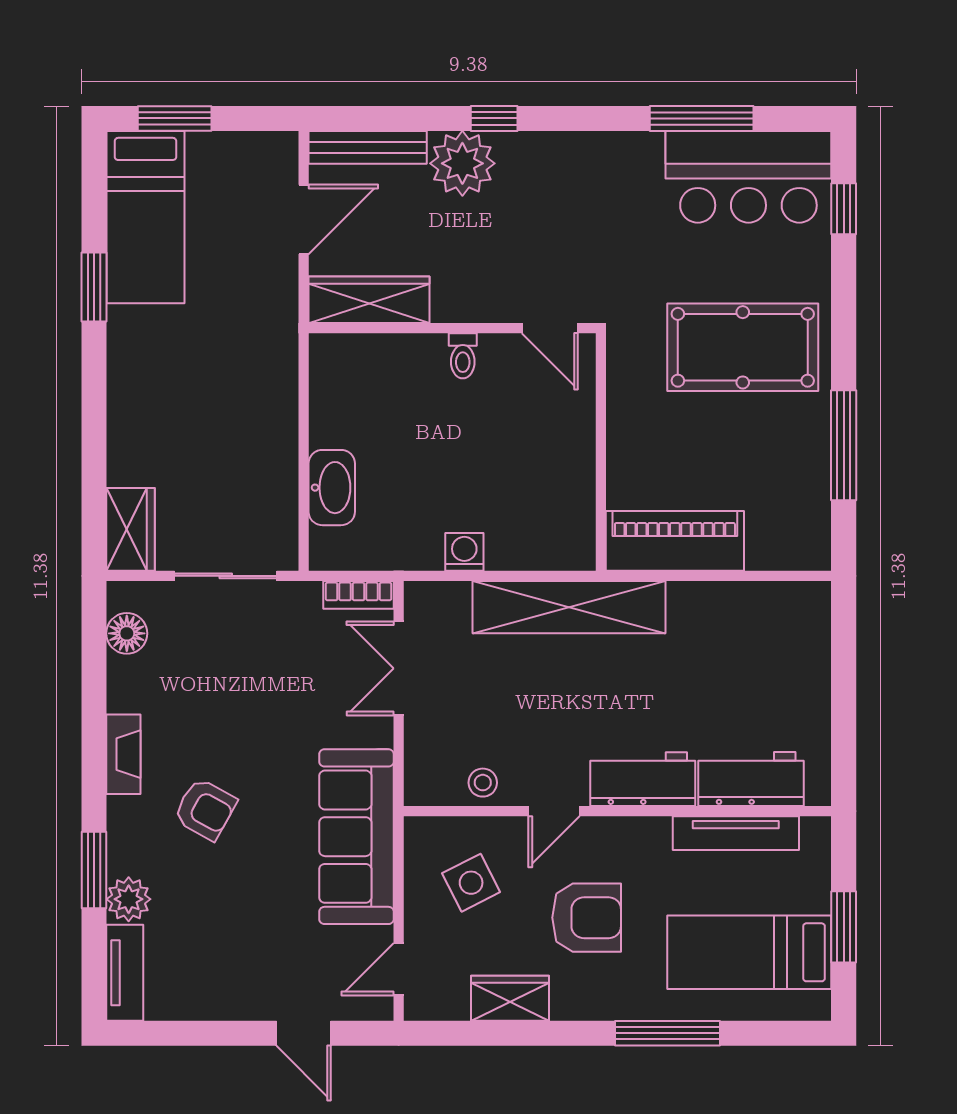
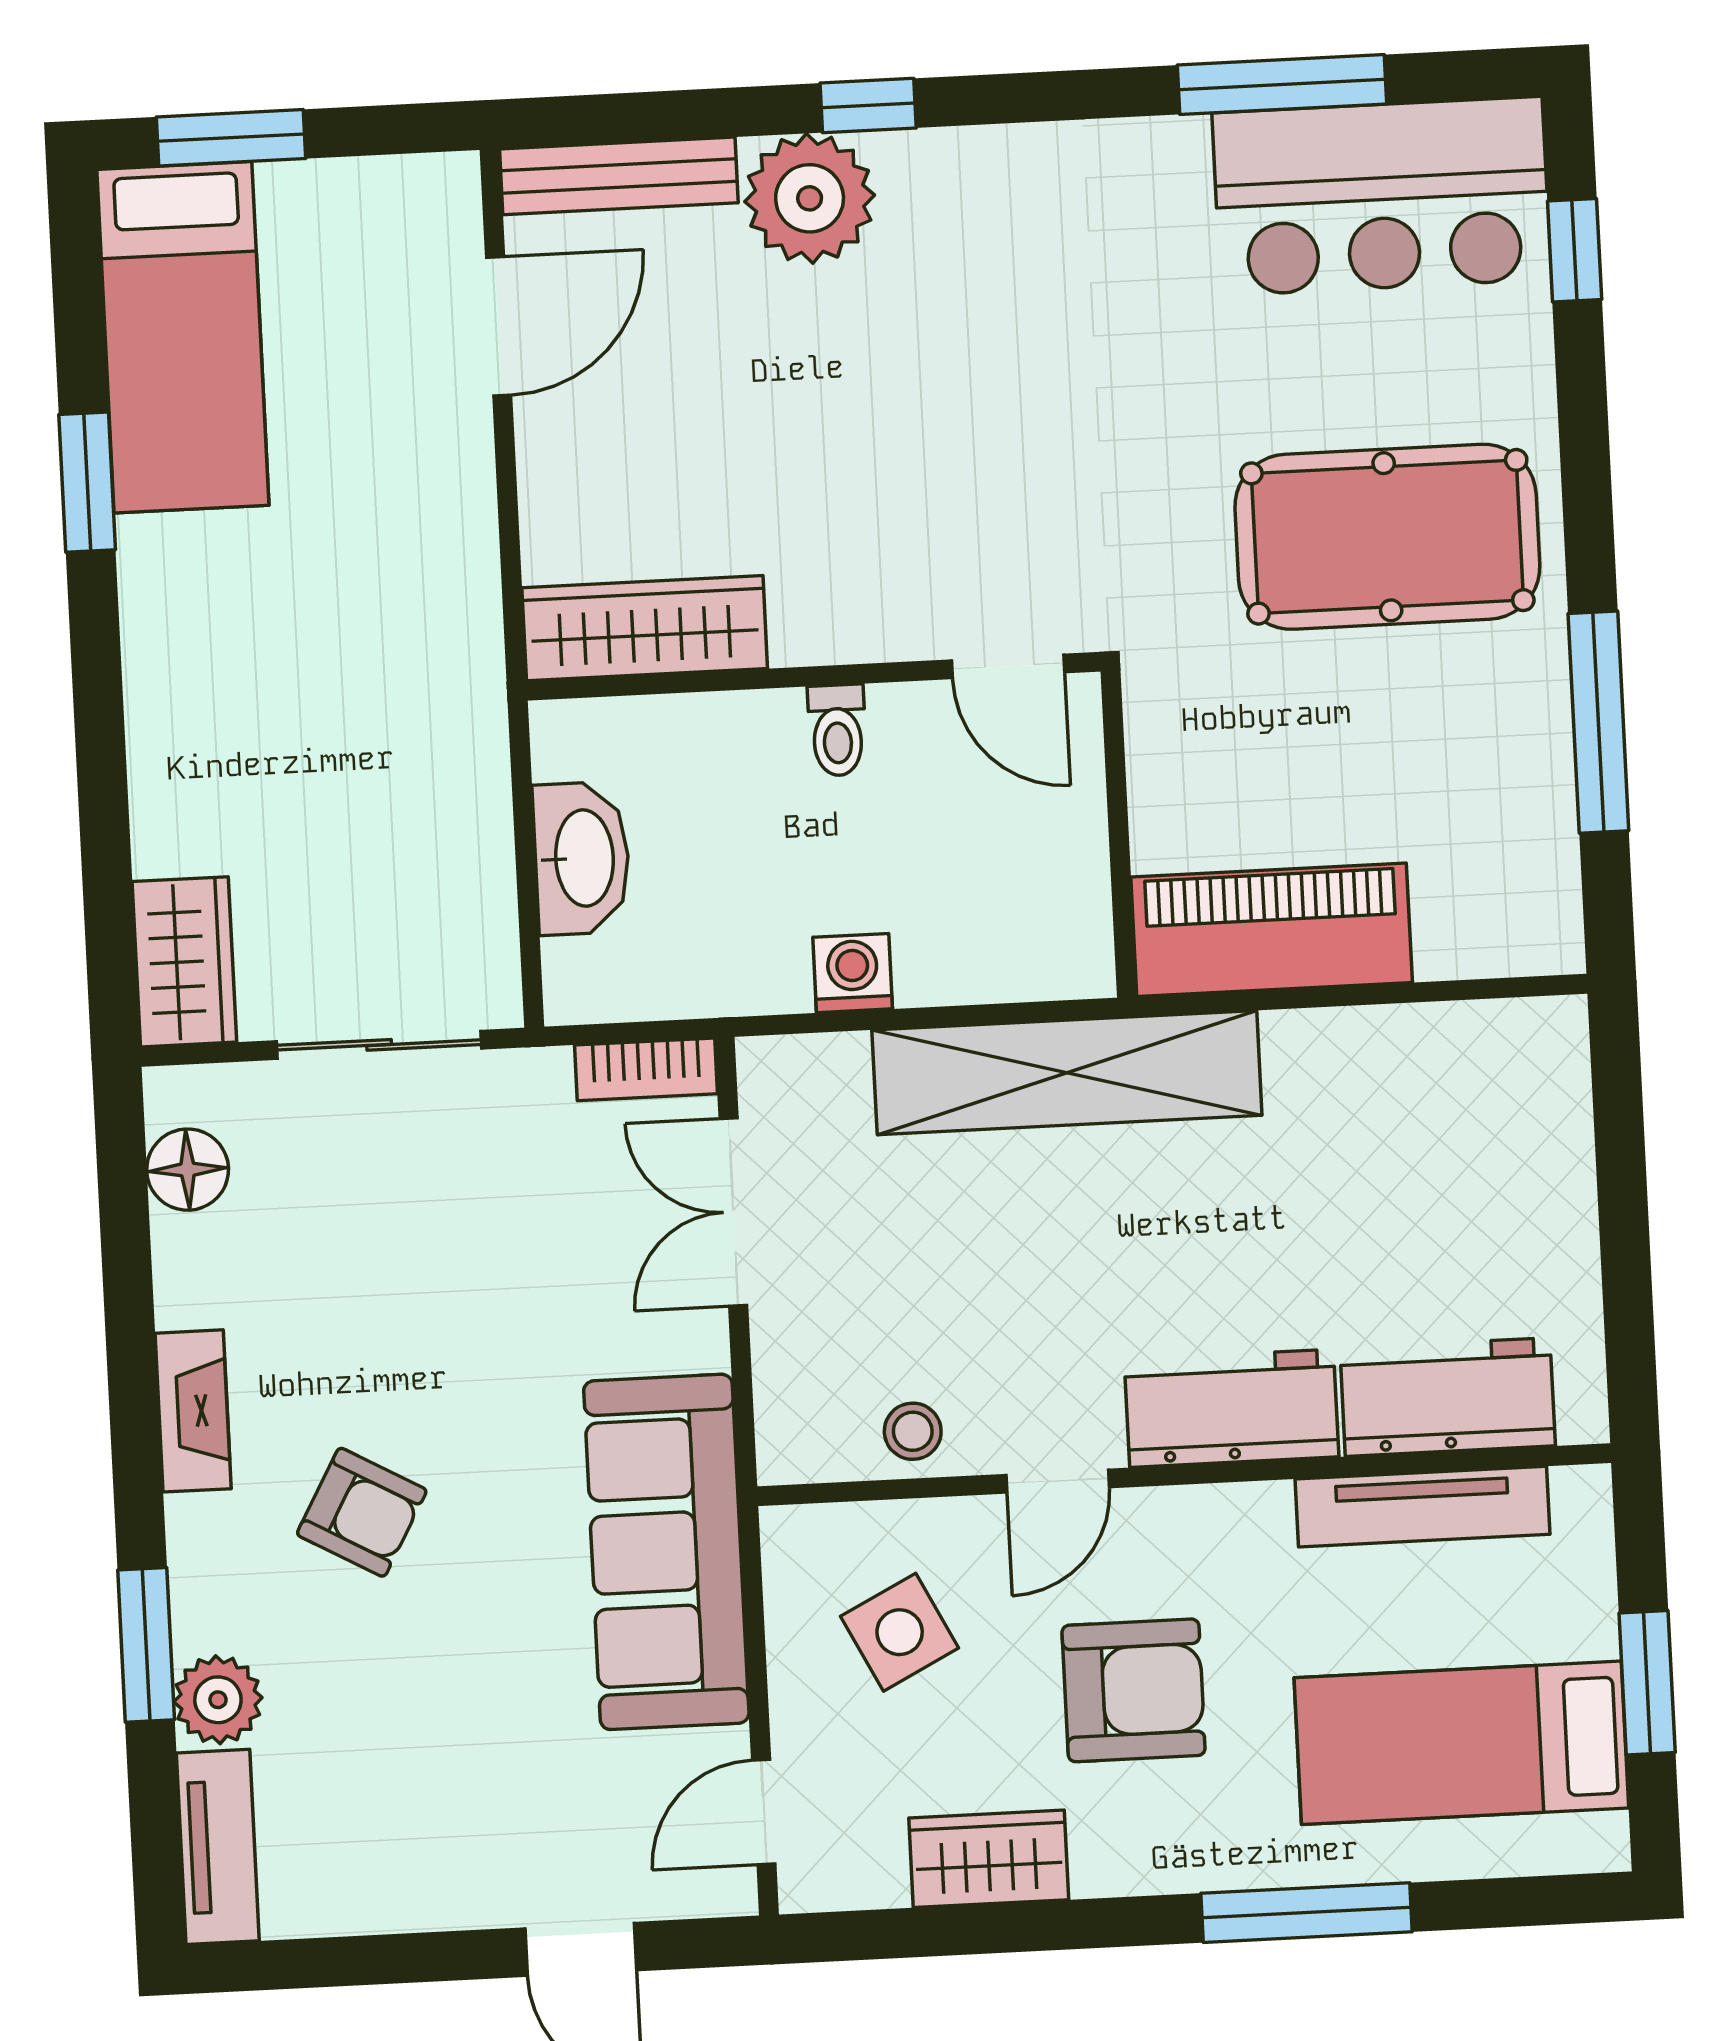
wardrobe: (369, 300) -> (645, 628), moved
wall: (452, 328) -> (814, 676), moved
door: (550, 328) -> (1008, 666), moved
toilet: (463, 356) -> (837, 730), moved

